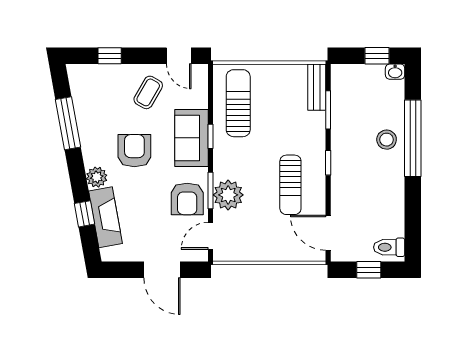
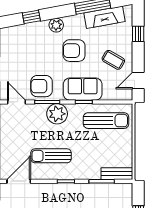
armchair: (134, 151) -> (74, 51), turned 180
plant: (228, 195) -> (57, 114), moved
fireplace: (105, 217) -> (105, 17), moved

